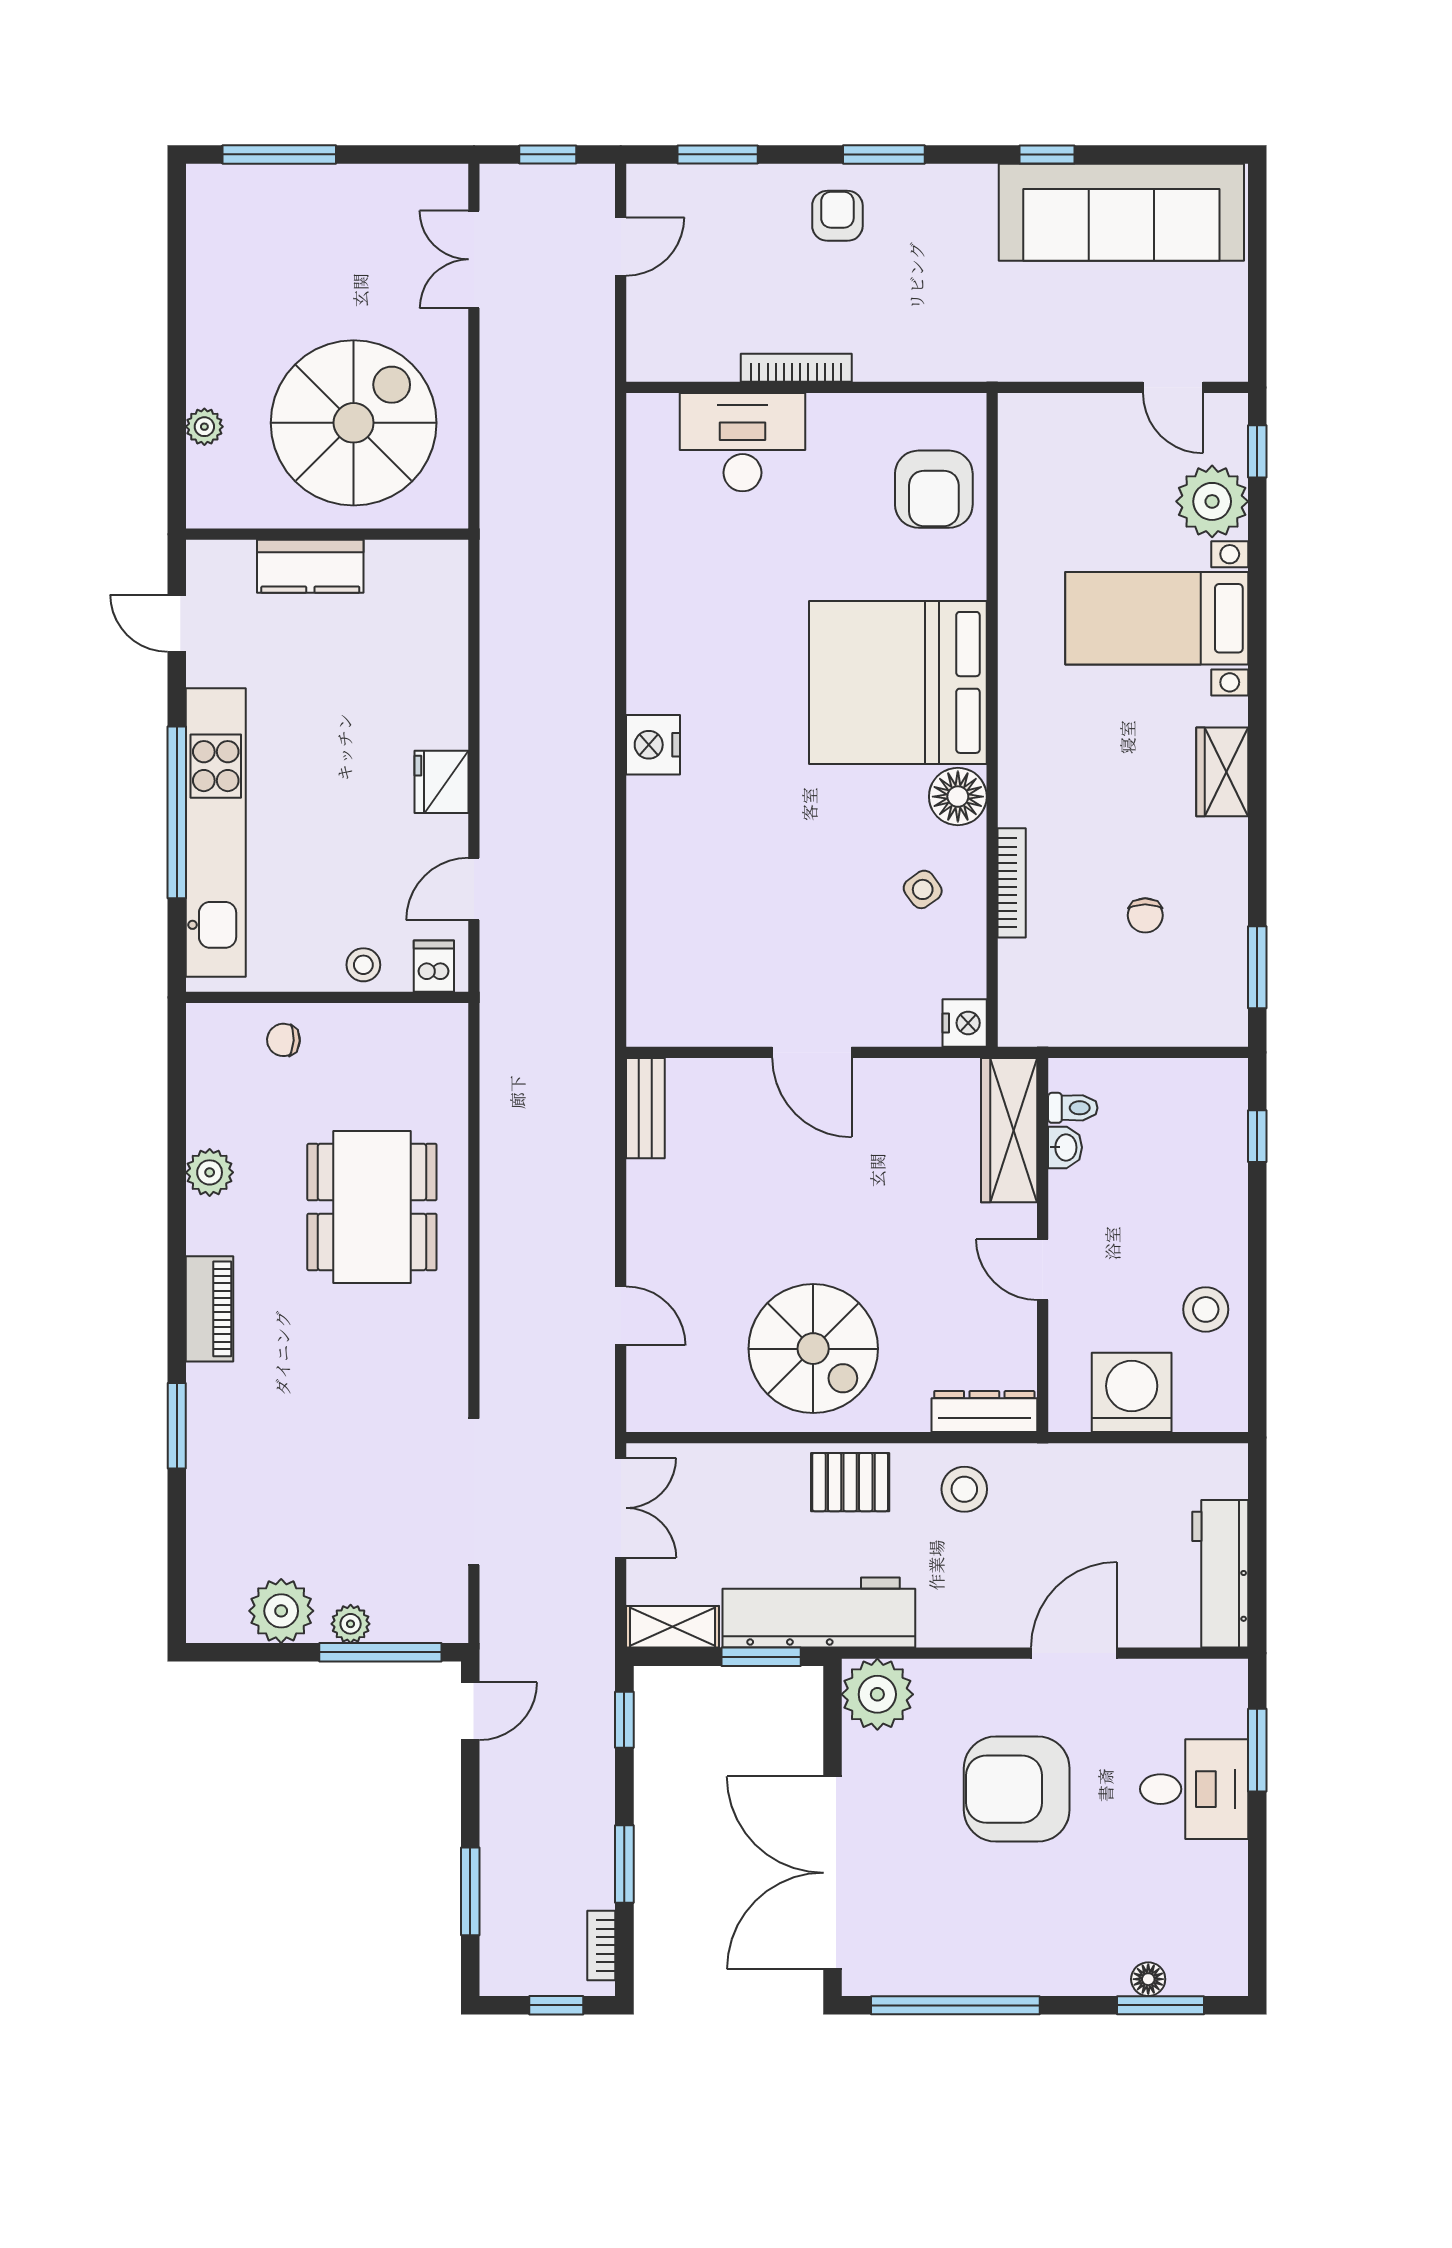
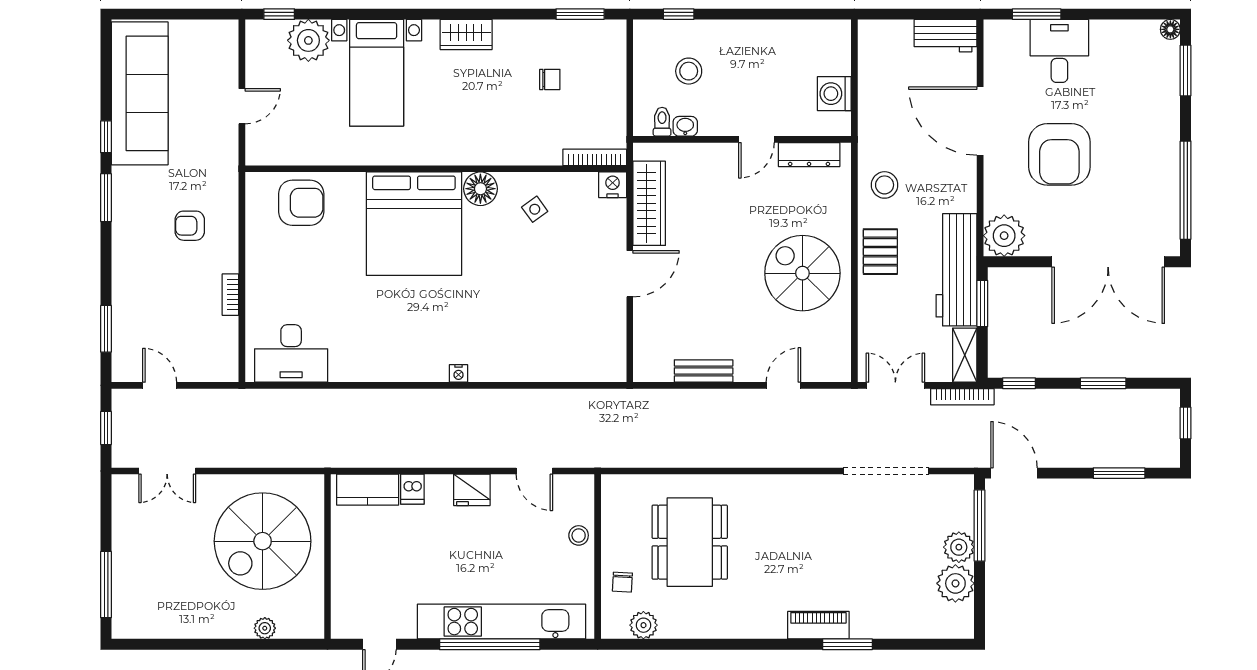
window: (884, 154) -> (106, 198), moved
armchair: (837, 216) -> (190, 226), moved
bookcase: (796, 368) -> (230, 295), width x0.64
door: (1173, 387) -> (242, 106), moved
spiral stairs: (354, 423) -> (263, 541), turned -90
desk: (742, 442) -> (291, 353), moved, turned -90
kitchen counter: (310, 566) -> (368, 490), moved, turned 90
nightstand: (653, 745) -> (458, 373), width x0.53, depth x0.56
bookcase: (1012, 883) -> (595, 157), moved
dishwasher: (434, 966) -> (412, 489), moved, turned -90
bench: (645, 1108) -> (704, 371), moved
wardrobe: (1009, 1130) -> (649, 203), moved, turned -90
plant: (210, 1172) -> (643, 625), moved
dining table: (372, 1207) -> (690, 542), moved, turned 90
piano: (210, 1309) -> (818, 625), moved
stool: (1206, 1309) -> (689, 71), moved
spiral stairs: (813, 1349) -> (802, 273), turned -90
washing machine: (1132, 1392) -> (834, 94), width x0.73, depth x0.73
dresser: (984, 1411) -> (809, 155), moved, turned -90
workbench: (1220, 1574) -> (946, 36), width x0.73
plant: (351, 1624) -> (959, 547), width x1.38, depth x1.38
door: (1074, 1653) -> (980, 121), width x1.36
door: (470, 1711) -> (1014, 473), width x1.38
bookcase: (601, 1945) -> (962, 397), moved, width x1.56
floor lamp: (1148, 1979) -> (1170, 29), moved

